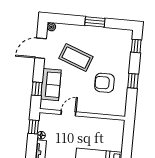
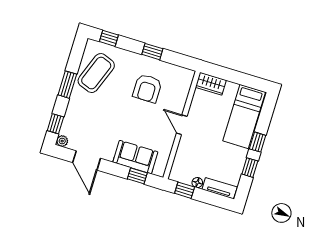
window: (63, 19) -> (55, 124), added
coffee table: (76, 58) -> (96, 73), moved
door: (68, 113) -> (182, 125), moved
wardrobe: (118, 130) -> (211, 84), added

